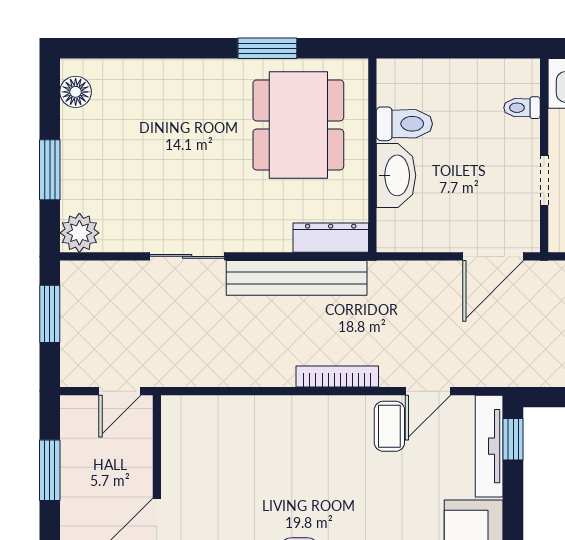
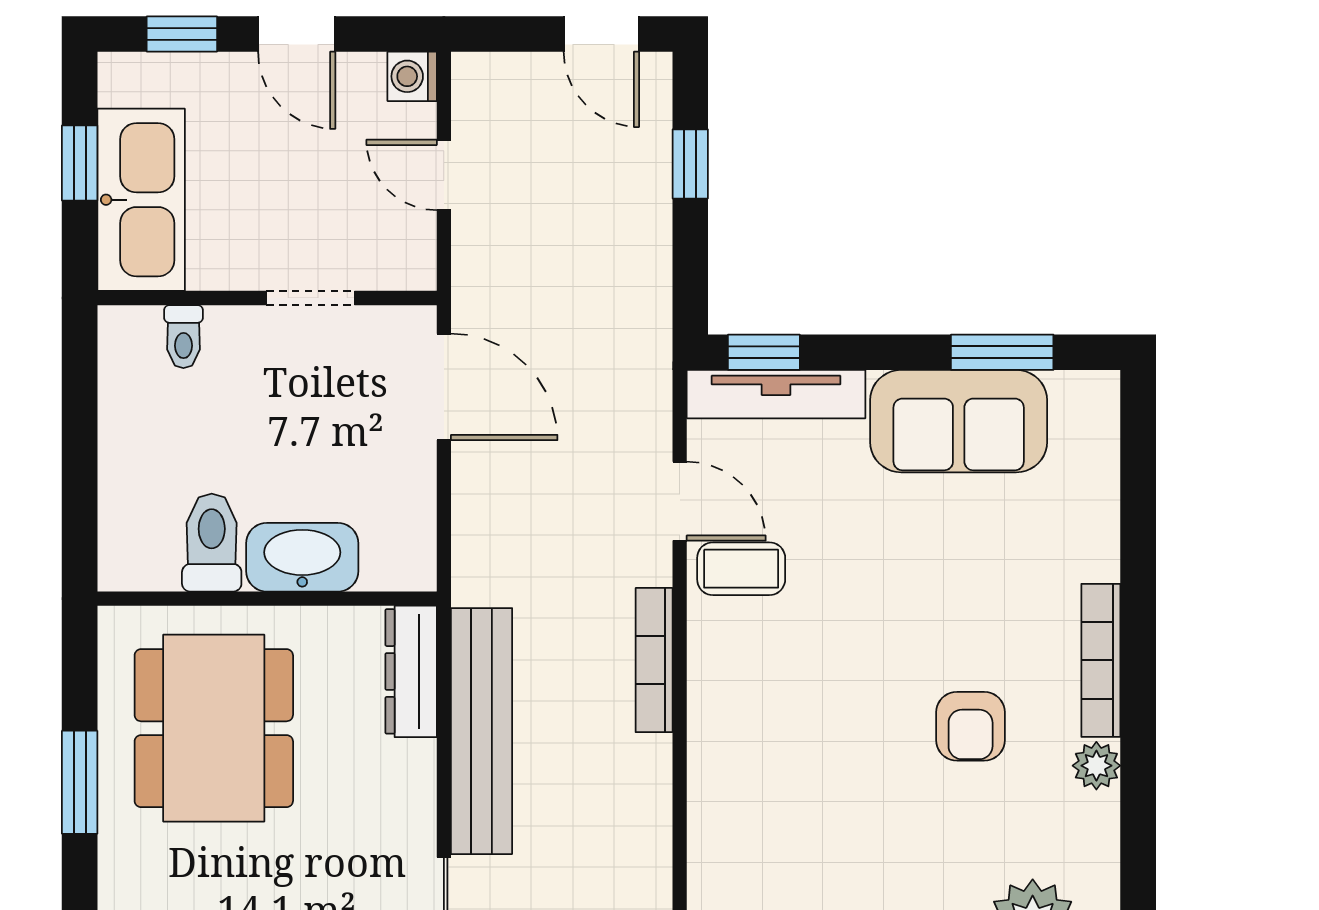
dining table: (298, 125) -> (214, 728), turned 90

